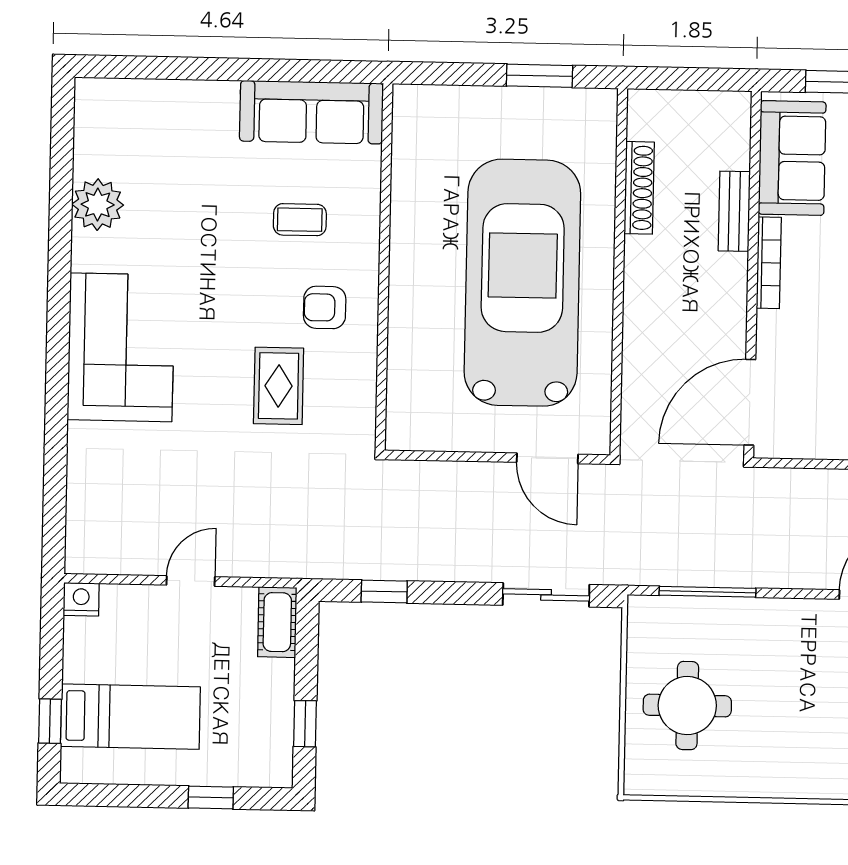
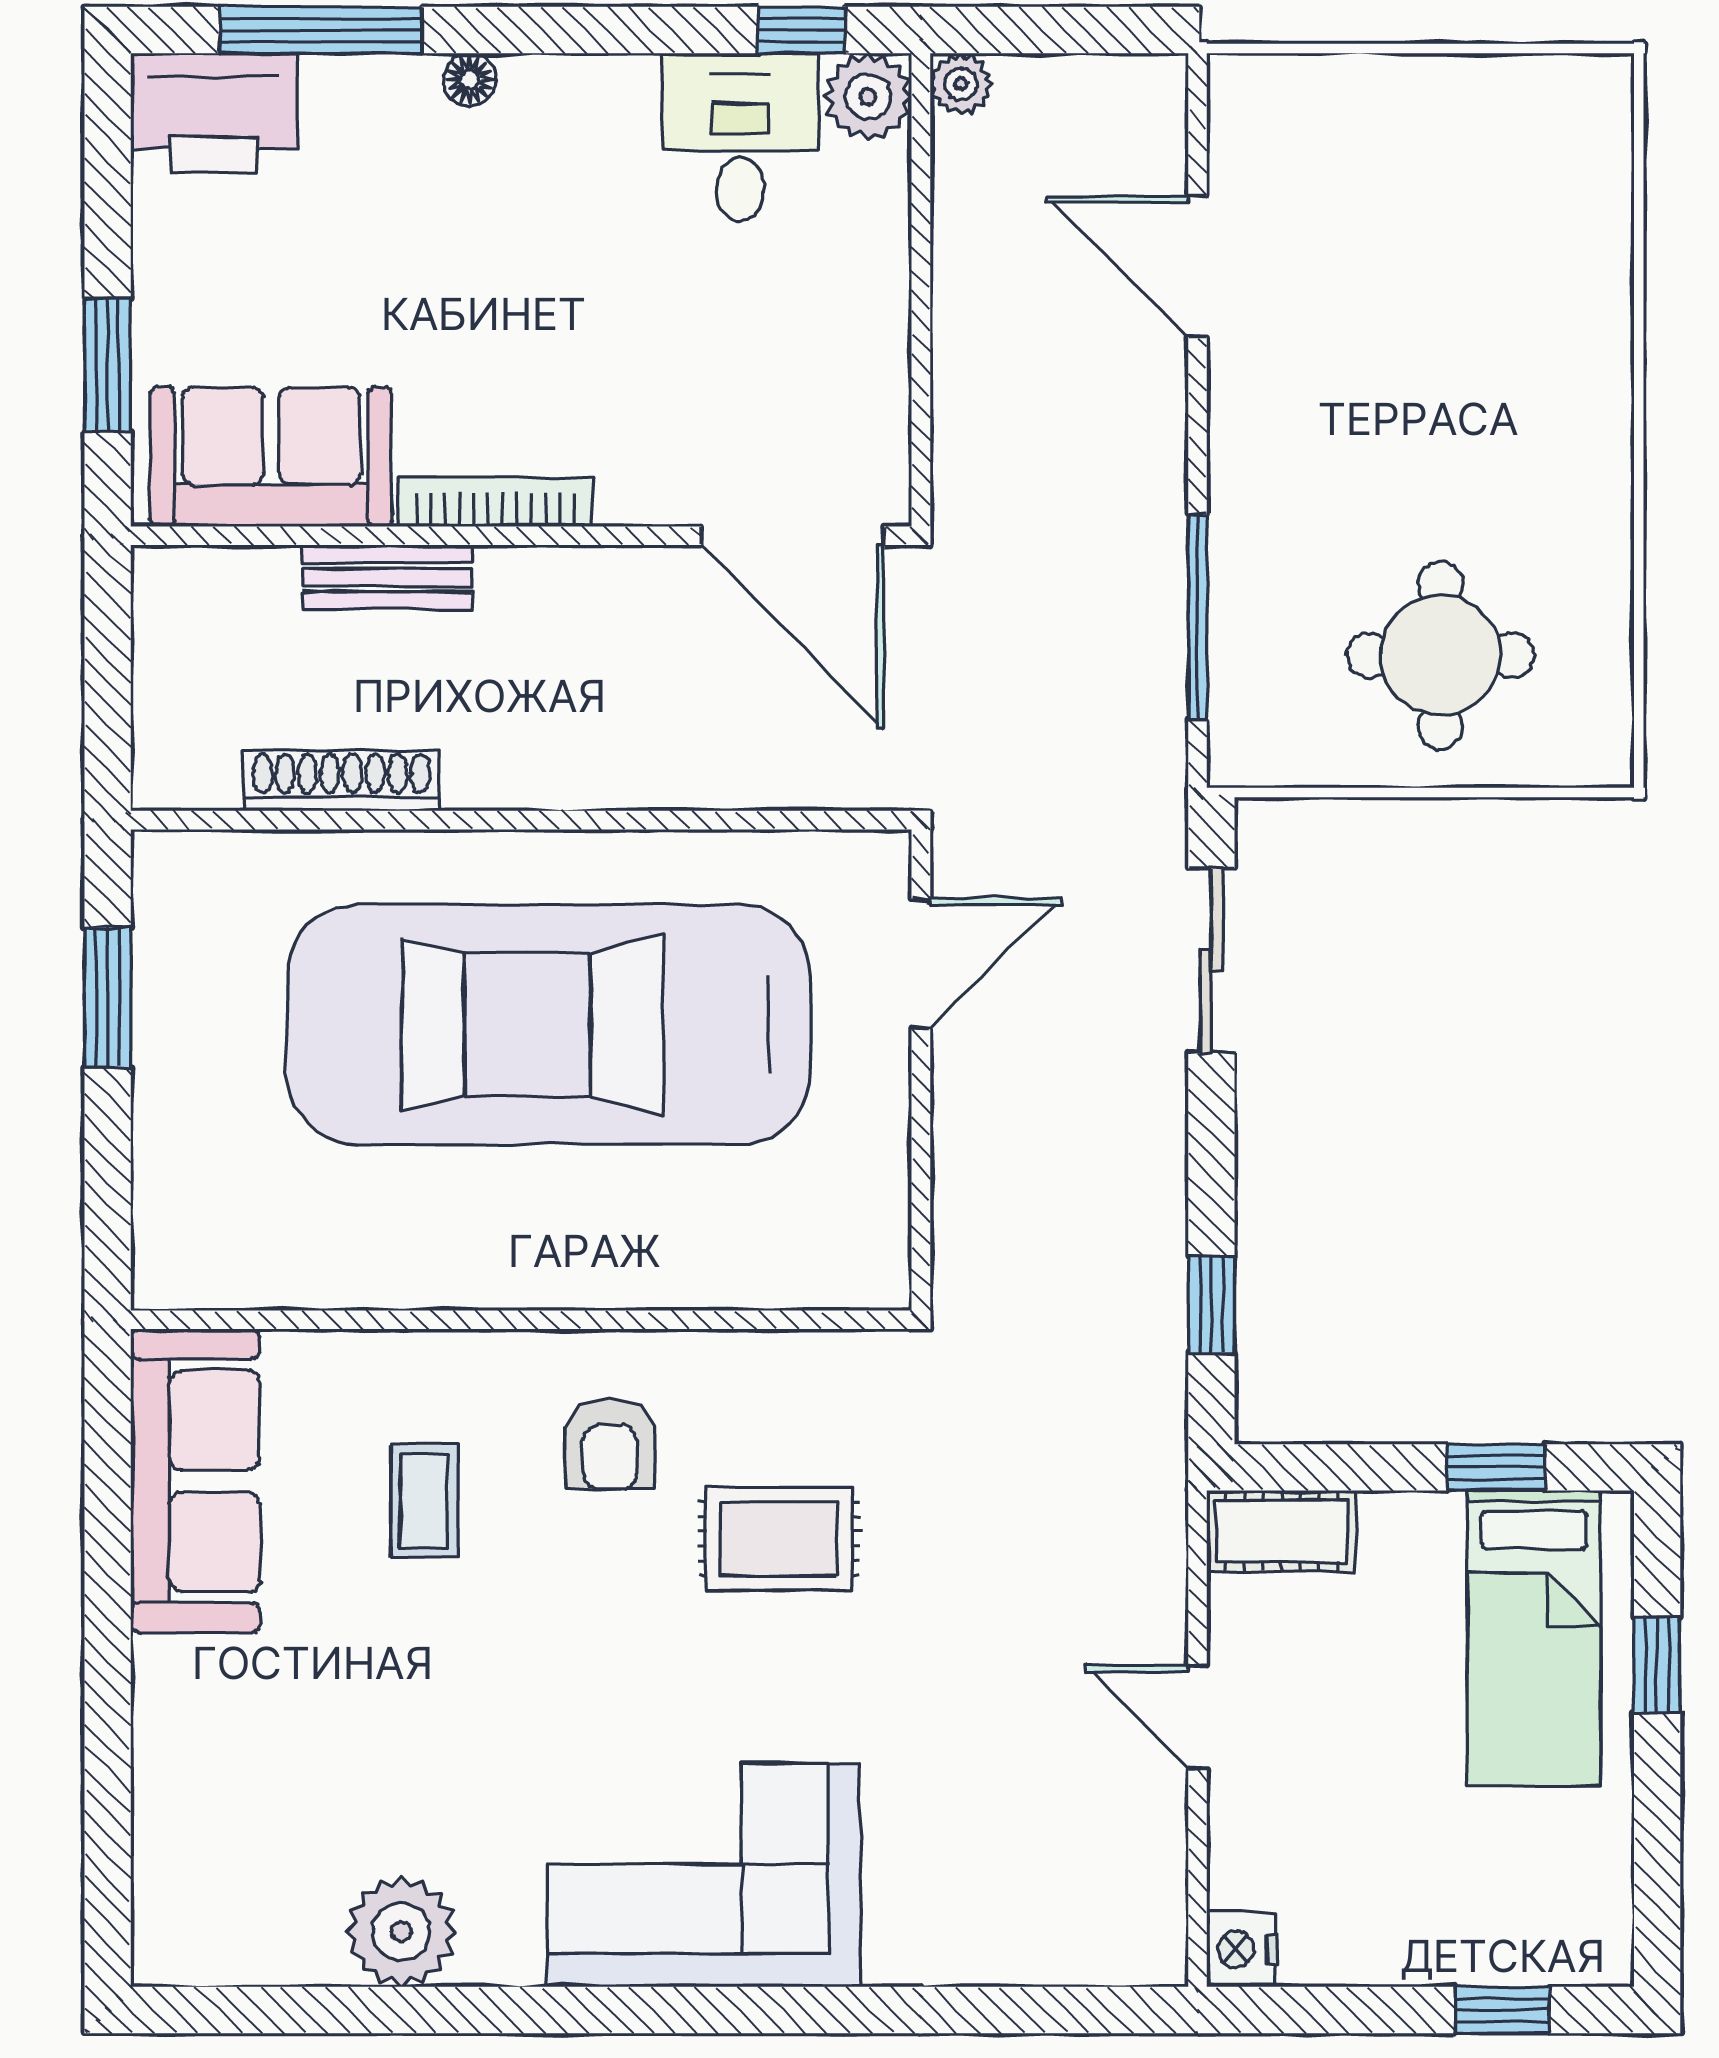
bed: (130, 717) -> (1534, 1638), moved, turned 180

